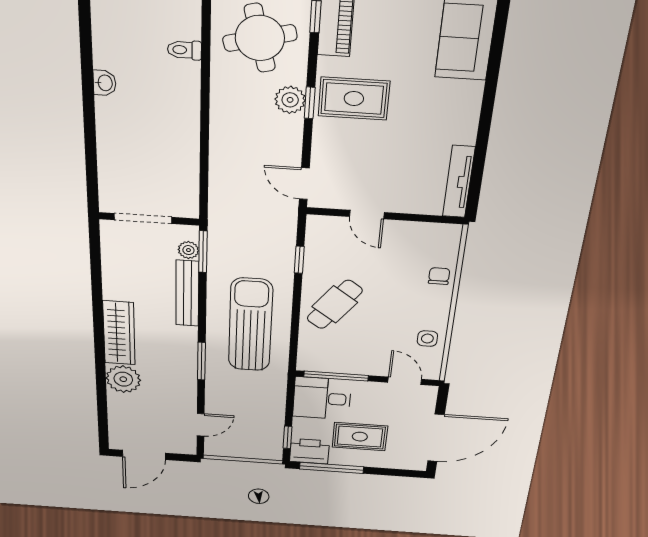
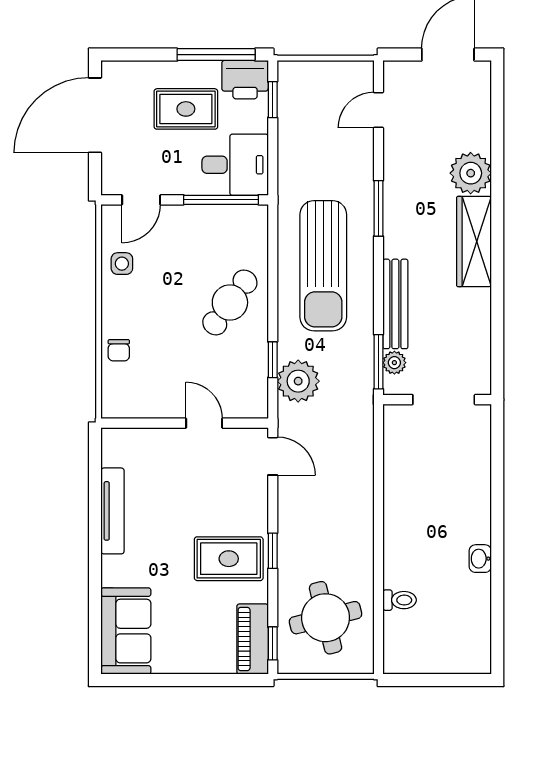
plant: (290, 100) -> (298, 381), moved, width x1.36, depth x1.36
tv unit: (459, 182) -> (113, 511), moved
door: (405, 381) -> (141, 200), hinge flipped

